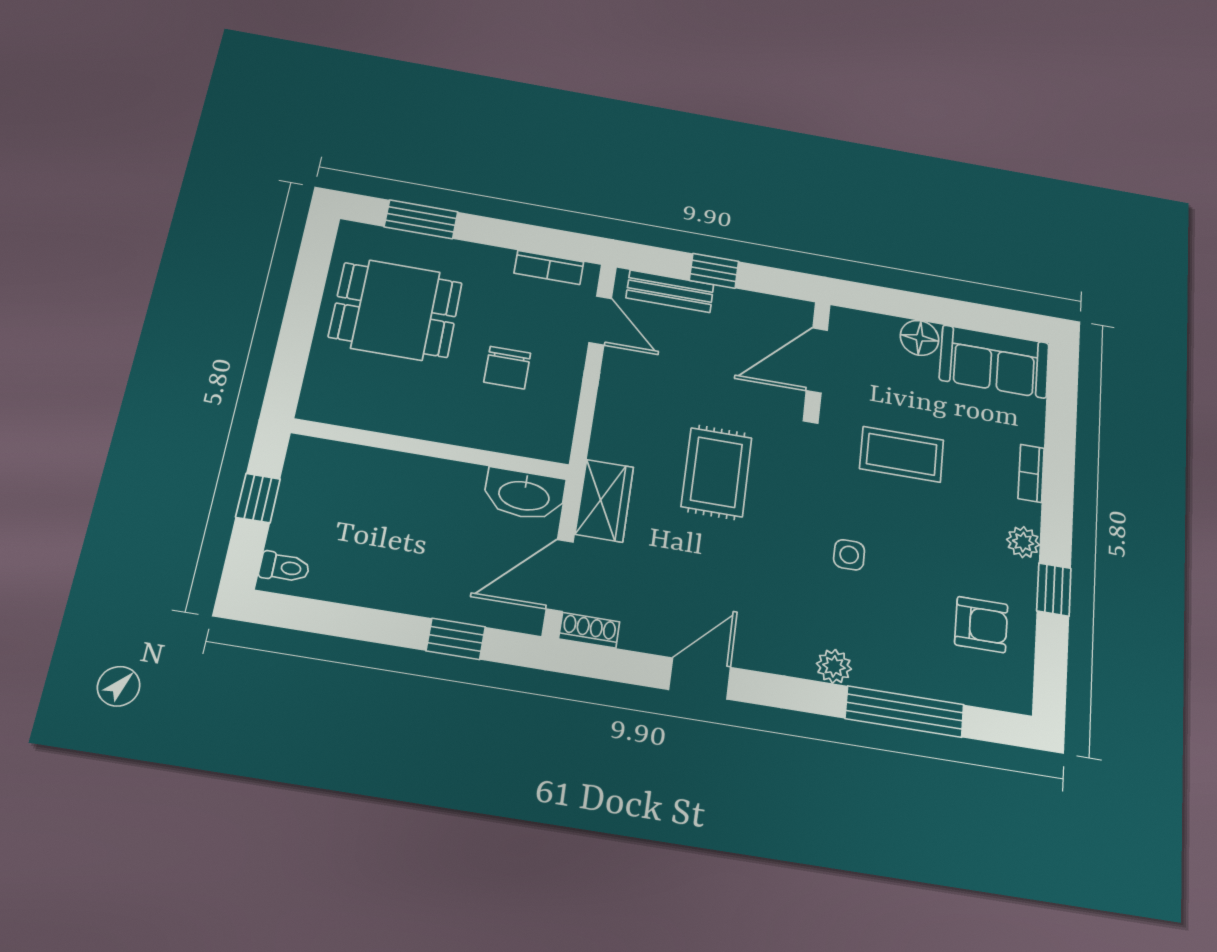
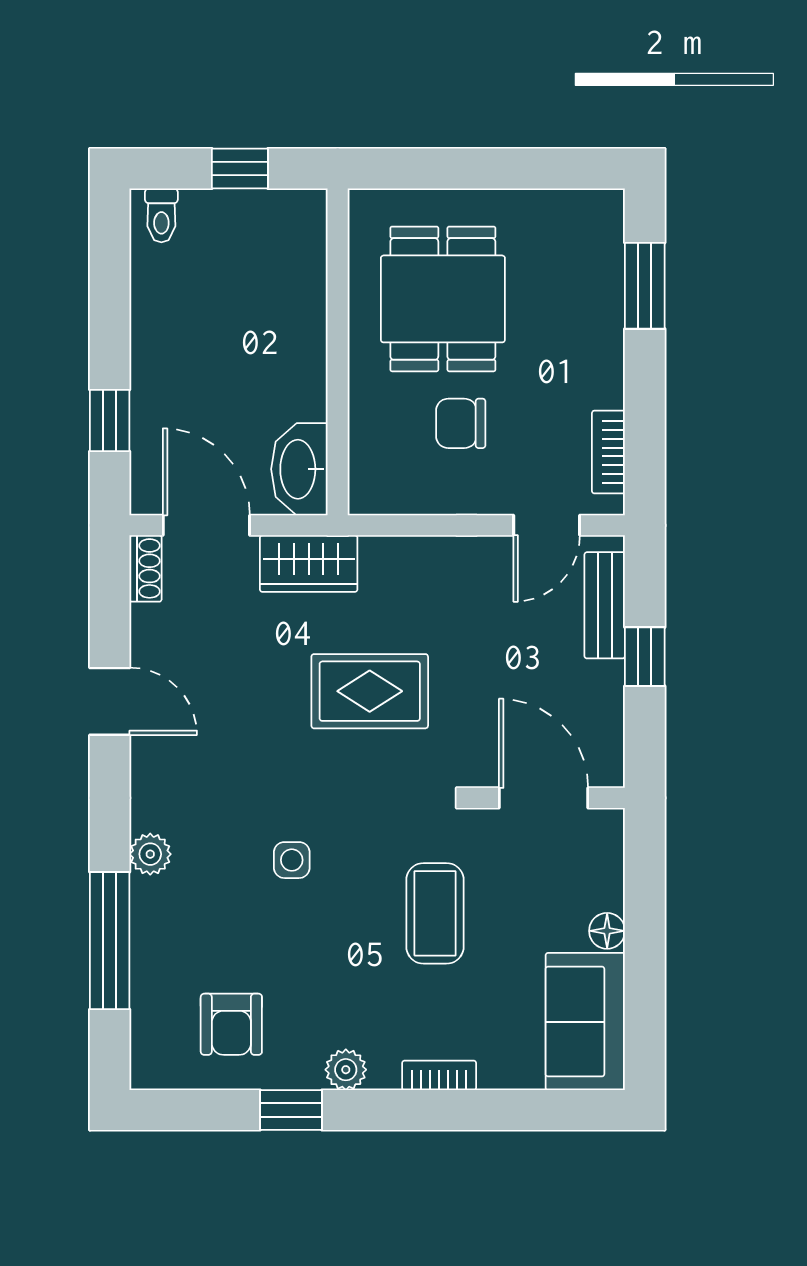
dining table: (396, 310) -> (443, 299), moved
floor lamp: (920, 338) -> (607, 931), width x0.73, depth x0.73

